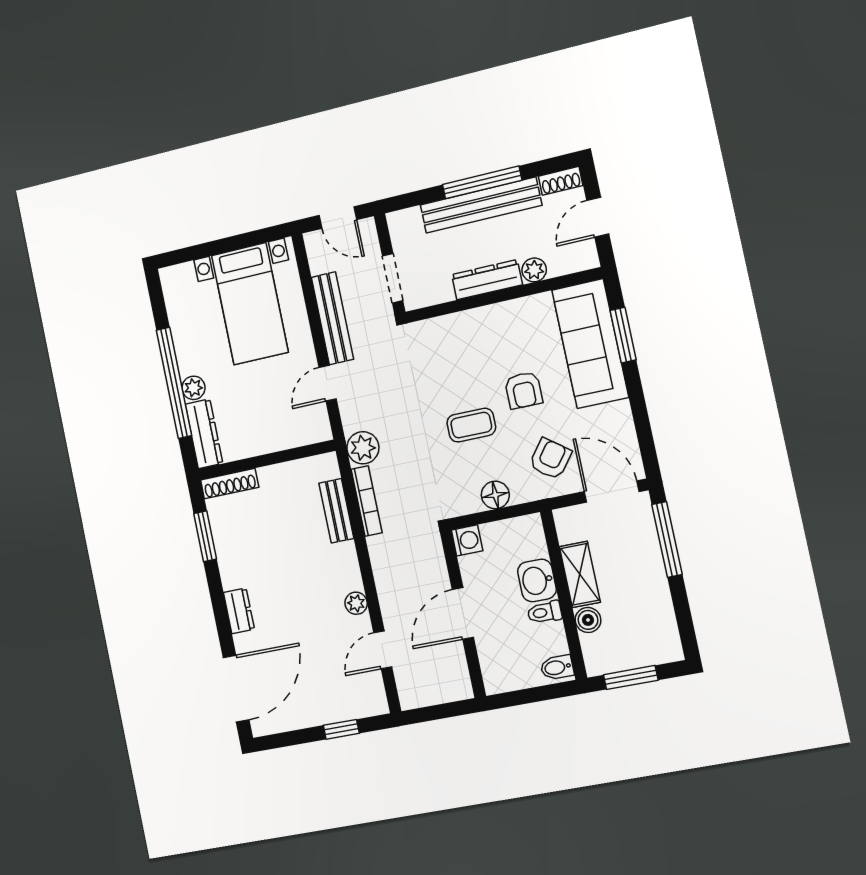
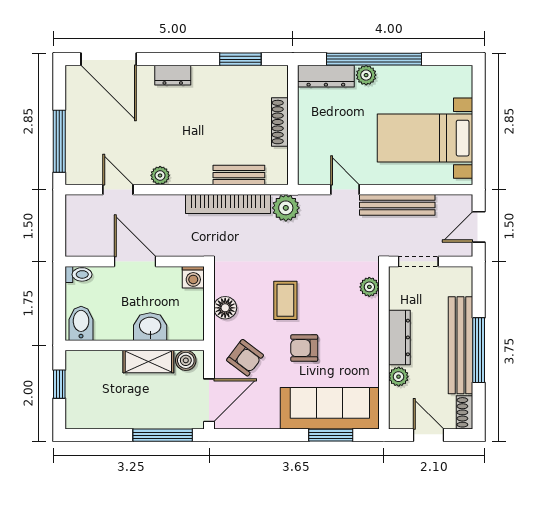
plant: (435, 329) -> (369, 287), added
shoe rack: (230, 484) -> (280, 122), moved
bookcase: (367, 501) -> (228, 204), width x1.48, depth x1.31
toilet: (545, 612) -> (79, 274), moved, turned 90
boiler: (588, 620) -> (186, 360), moved
bidet: (557, 667) -> (81, 323), width x1.38, depth x1.36
window: (631, 677) -> (59, 384), width x0.67
window: (341, 729) -> (59, 141), width x2.17

